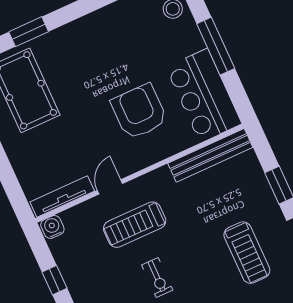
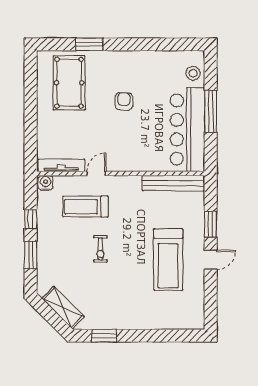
bar counter: (204, 96) -> (187, 130), width x1.36
armchair: (139, 112) -> (124, 101), moved, width x0.53, depth x0.53
treadmill: (135, 225) -> (86, 207), moved
treadmill: (247, 253) -> (168, 260), width x1.37, depth x1.38

